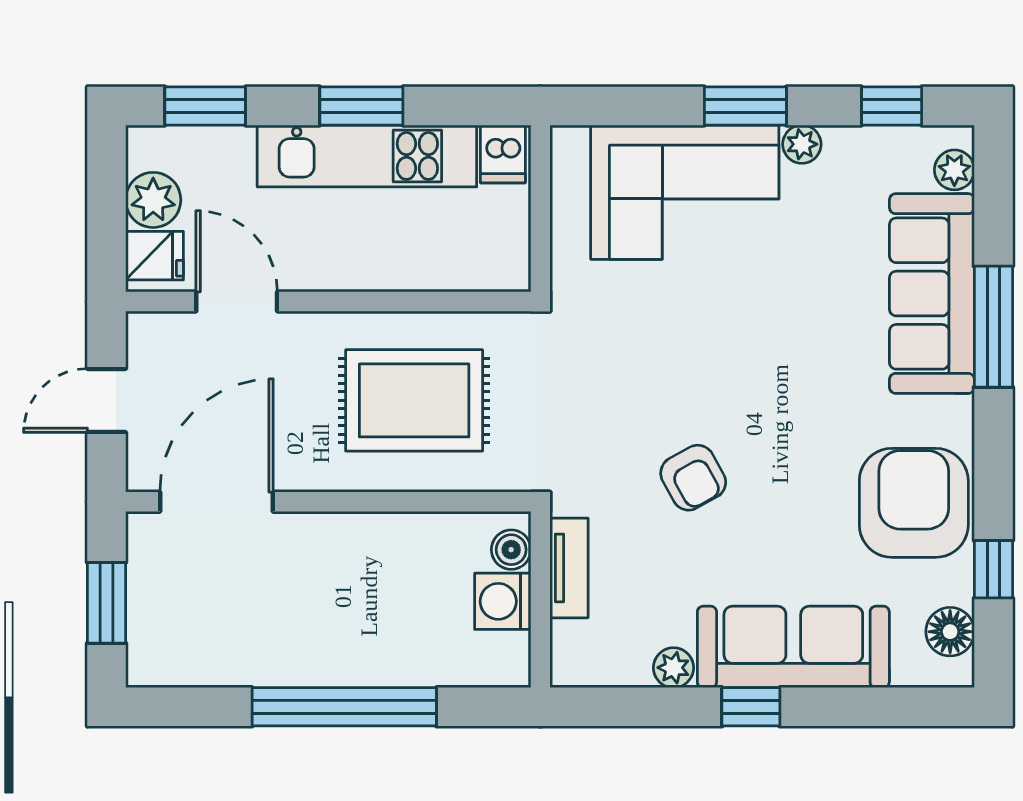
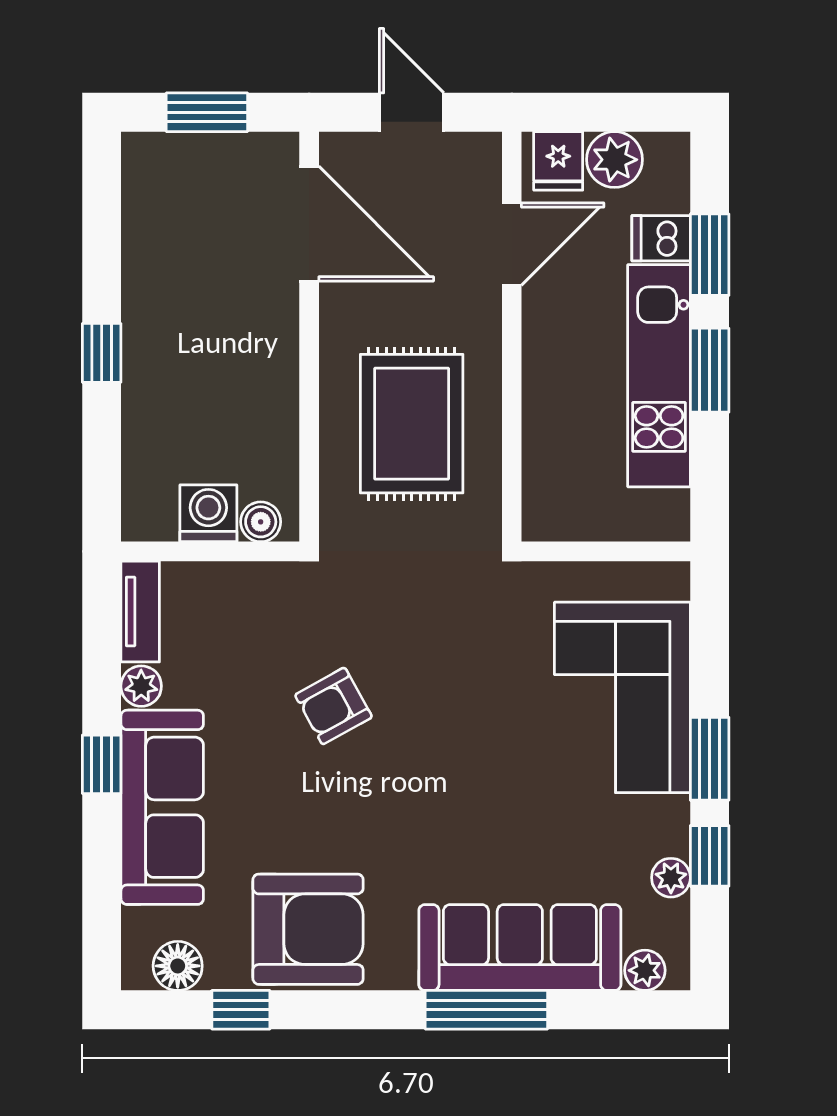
window: (205, 106) -> (710, 255), moved
window: (892, 106) -> (710, 856), moved
plant: (802, 144) -> (671, 878), moved
dishwasher: (503, 154) -> (661, 238), moved
tv unit: (569, 568) -> (140, 611), moved, turned -90
window: (344, 707) -> (102, 353), width x0.32

